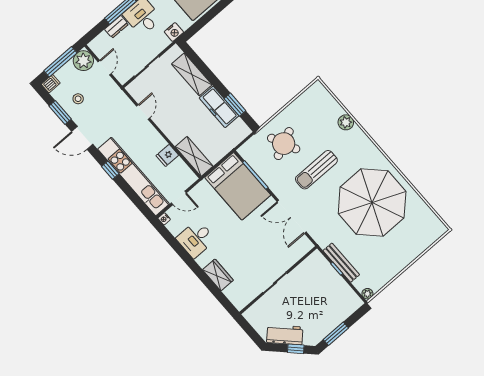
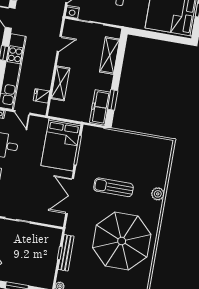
nightstand: (174, 32) -> (72, 12), moved
freezer: (219, 107) -> (100, 107), moved
plant: (346, 122) -> (158, 194), moved
round table: (284, 144) -> (113, 152), removed
fridge: (167, 155) -> (41, 96), moved
shelving: (194, 156) -> (60, 83), moved

